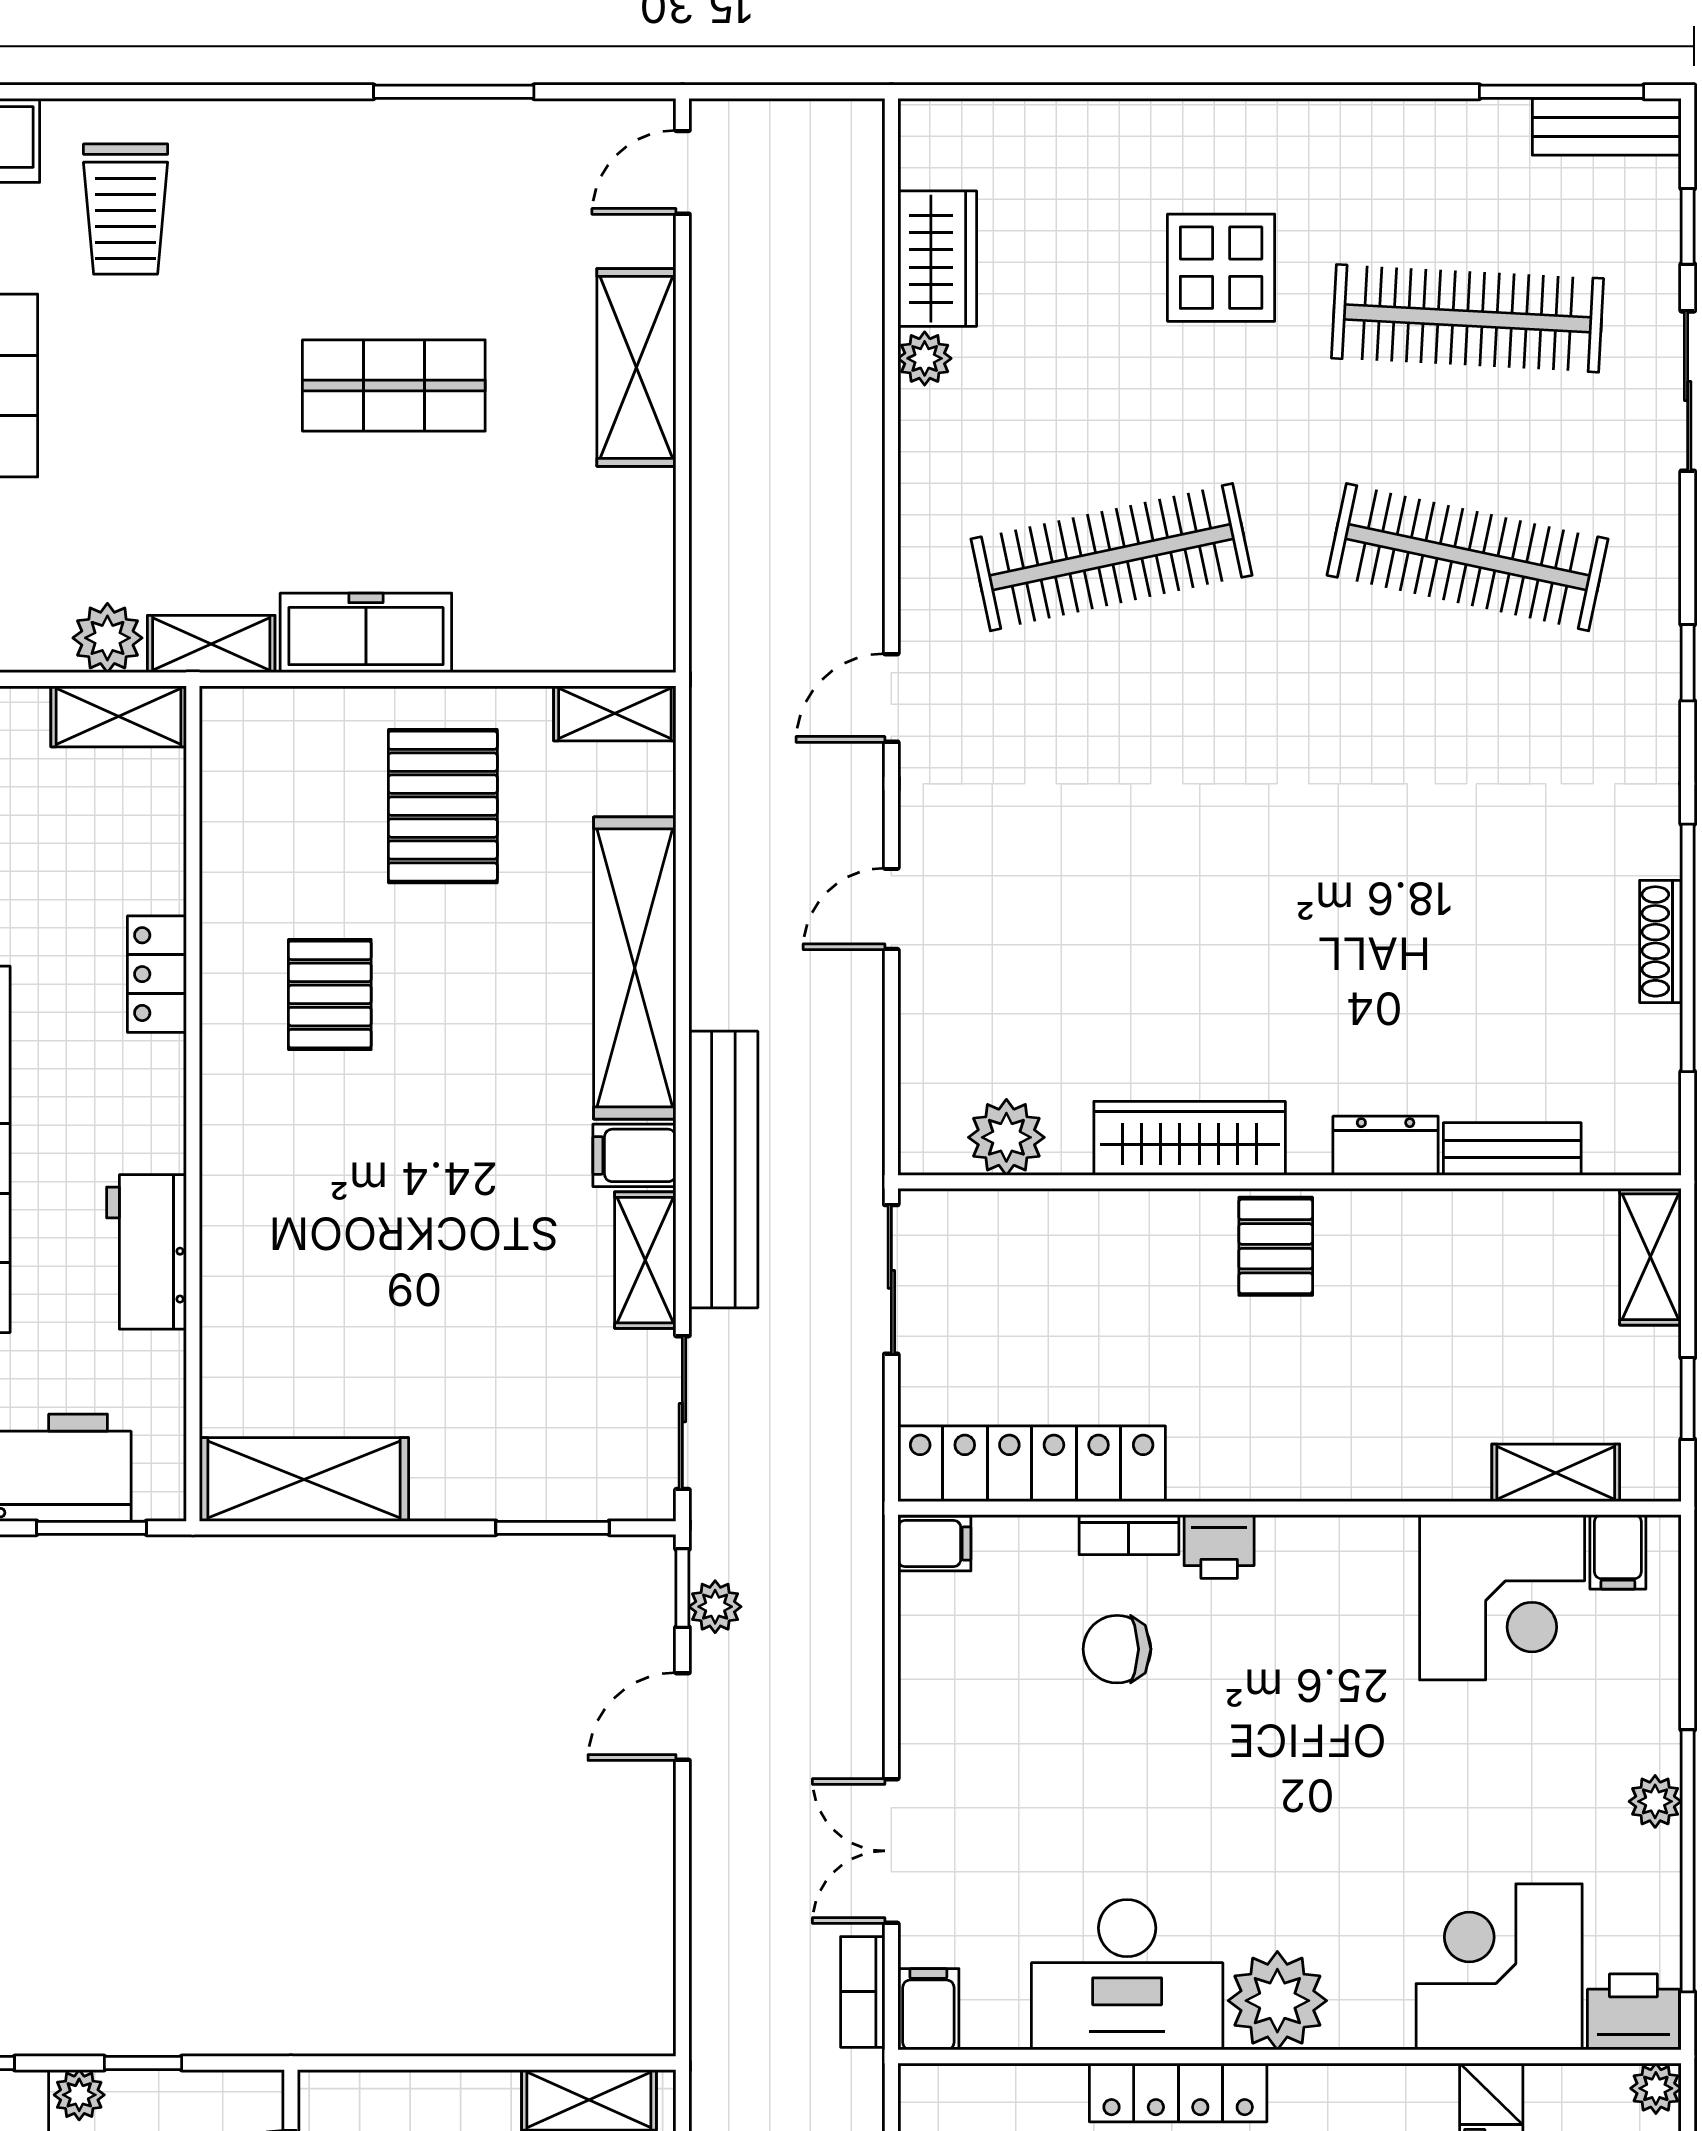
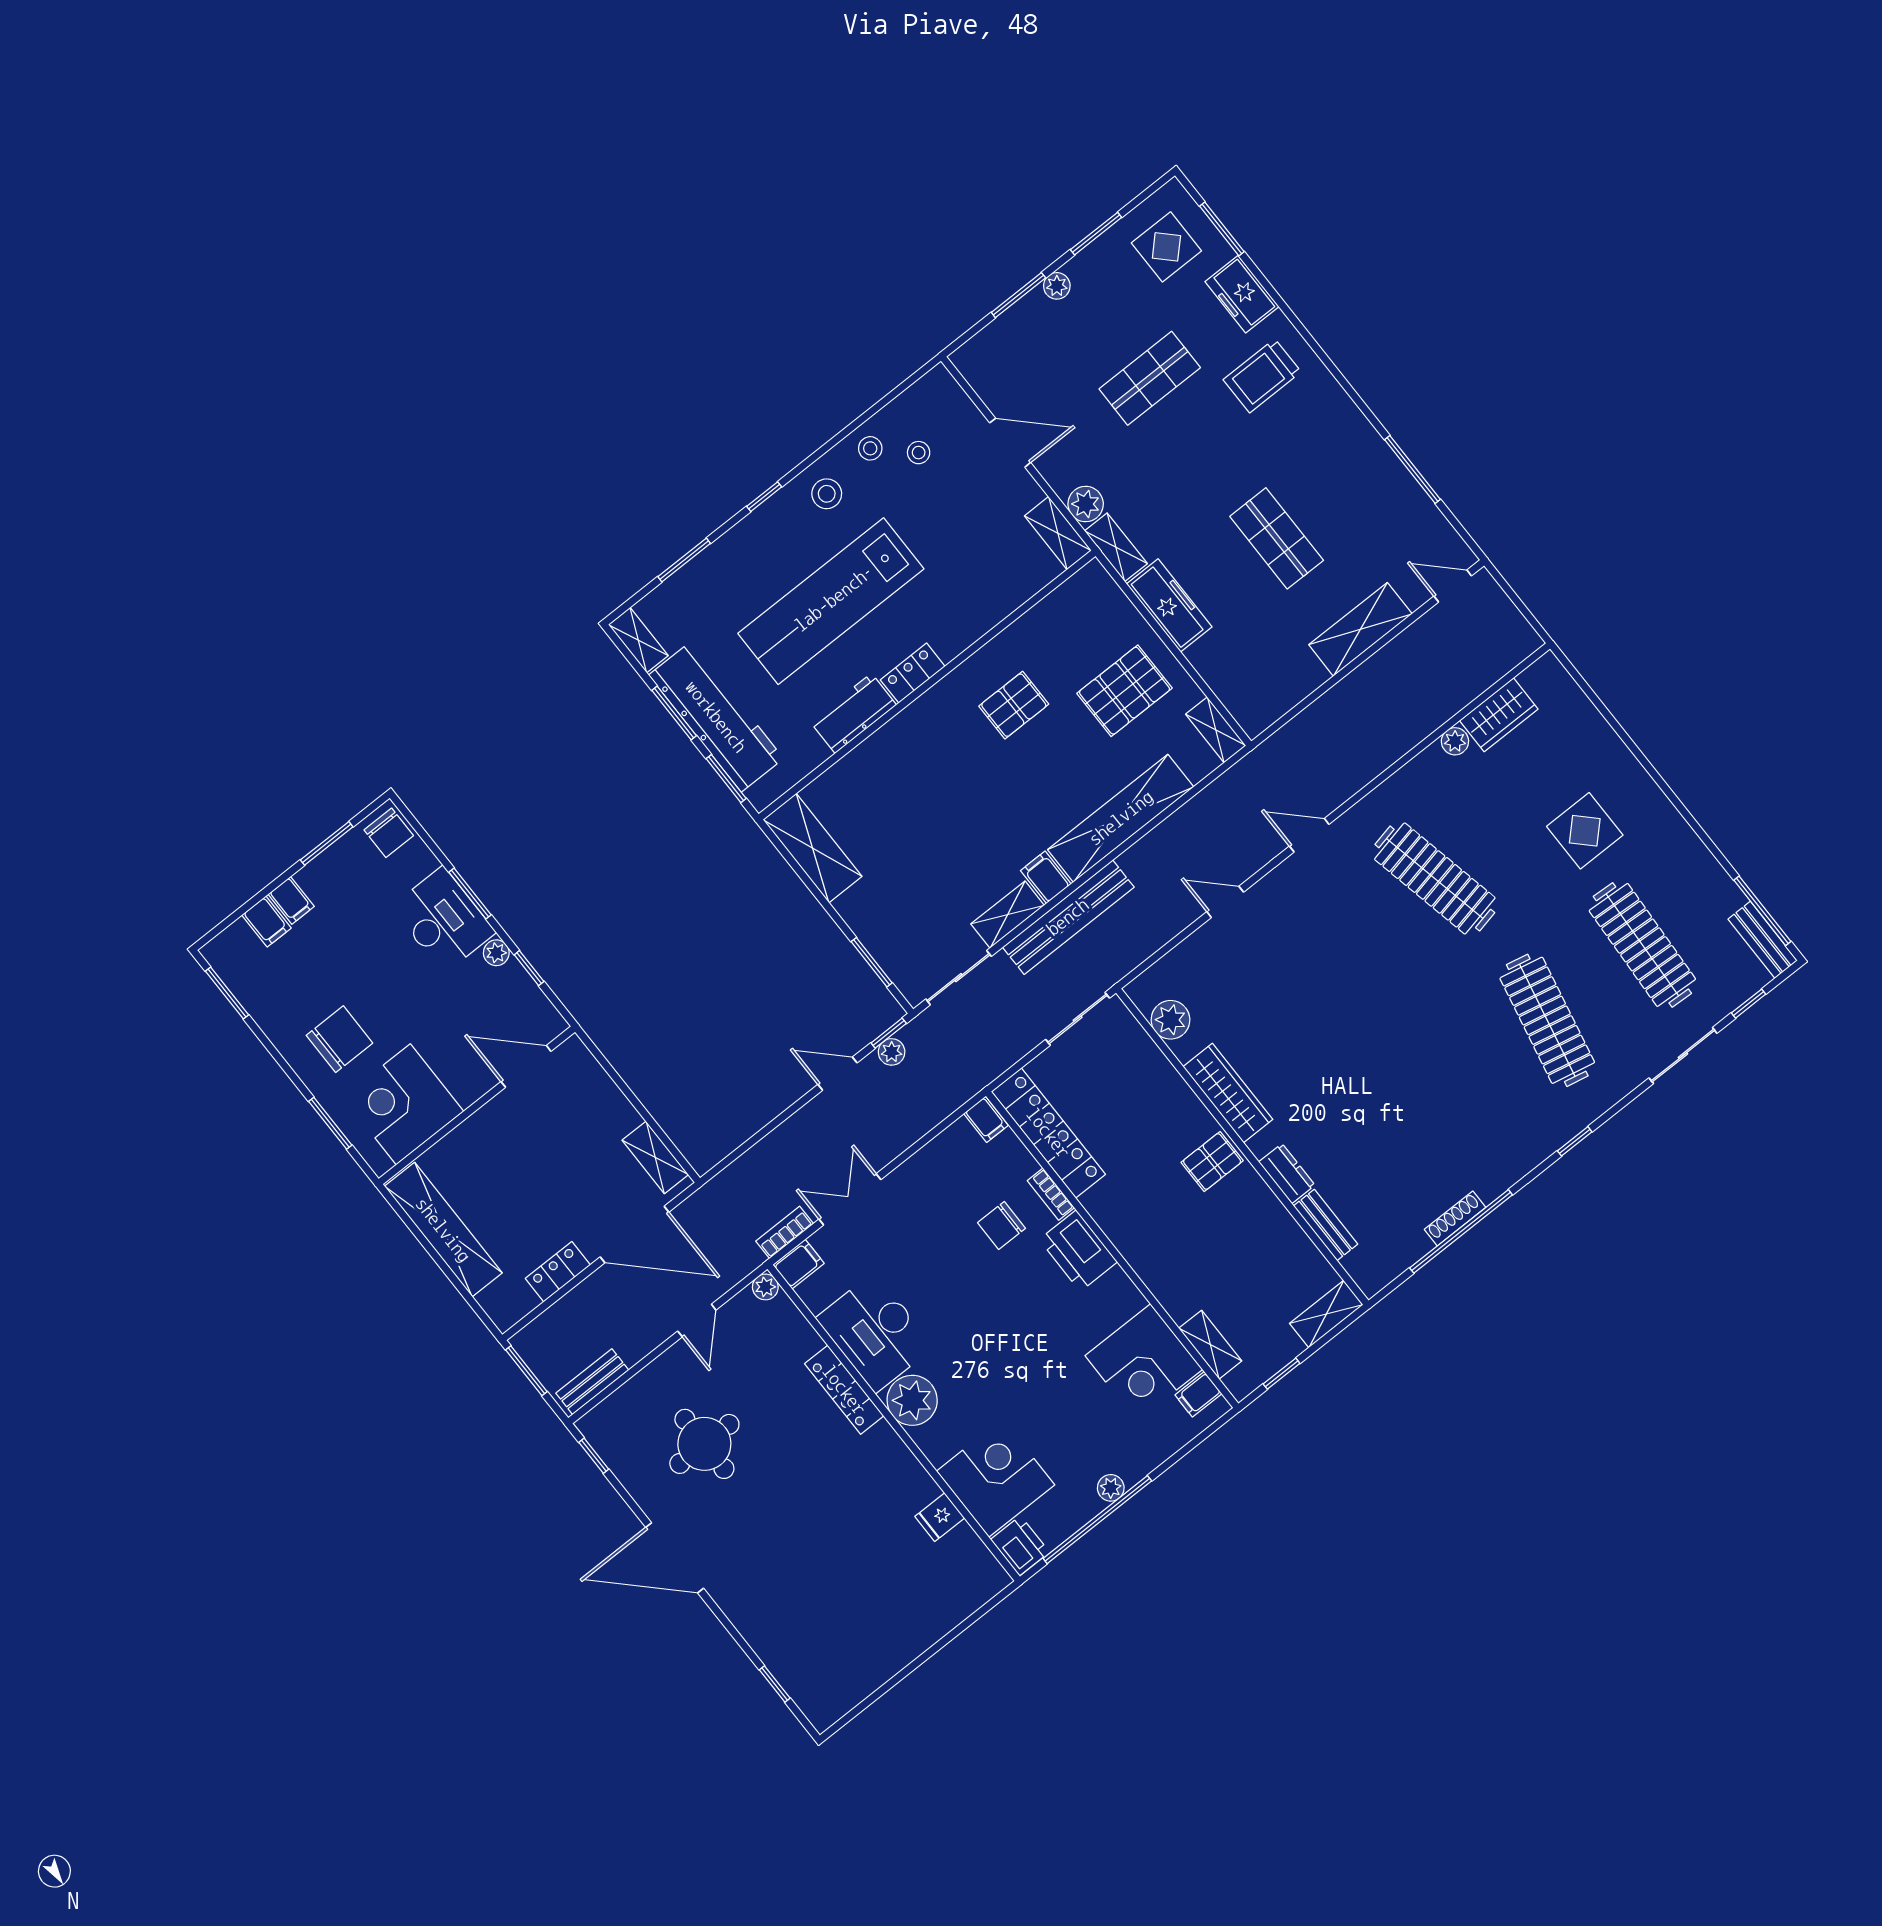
locker: (157, 974) -> (913, 673), moved
printer: (1219, 1547) -> (1078, 1251), width x1.87, depth x1.48
chair: (1117, 1649) -> (1002, 1225), turned -90
plant: (1656, 2088) -> (765, 1287), moved

